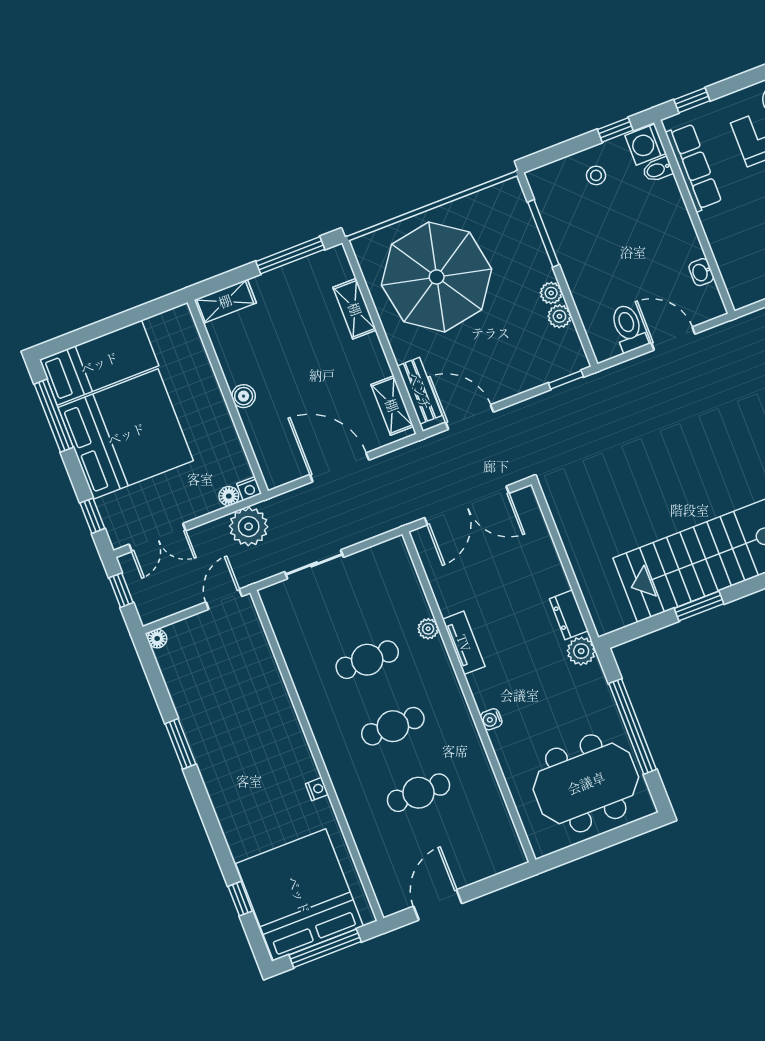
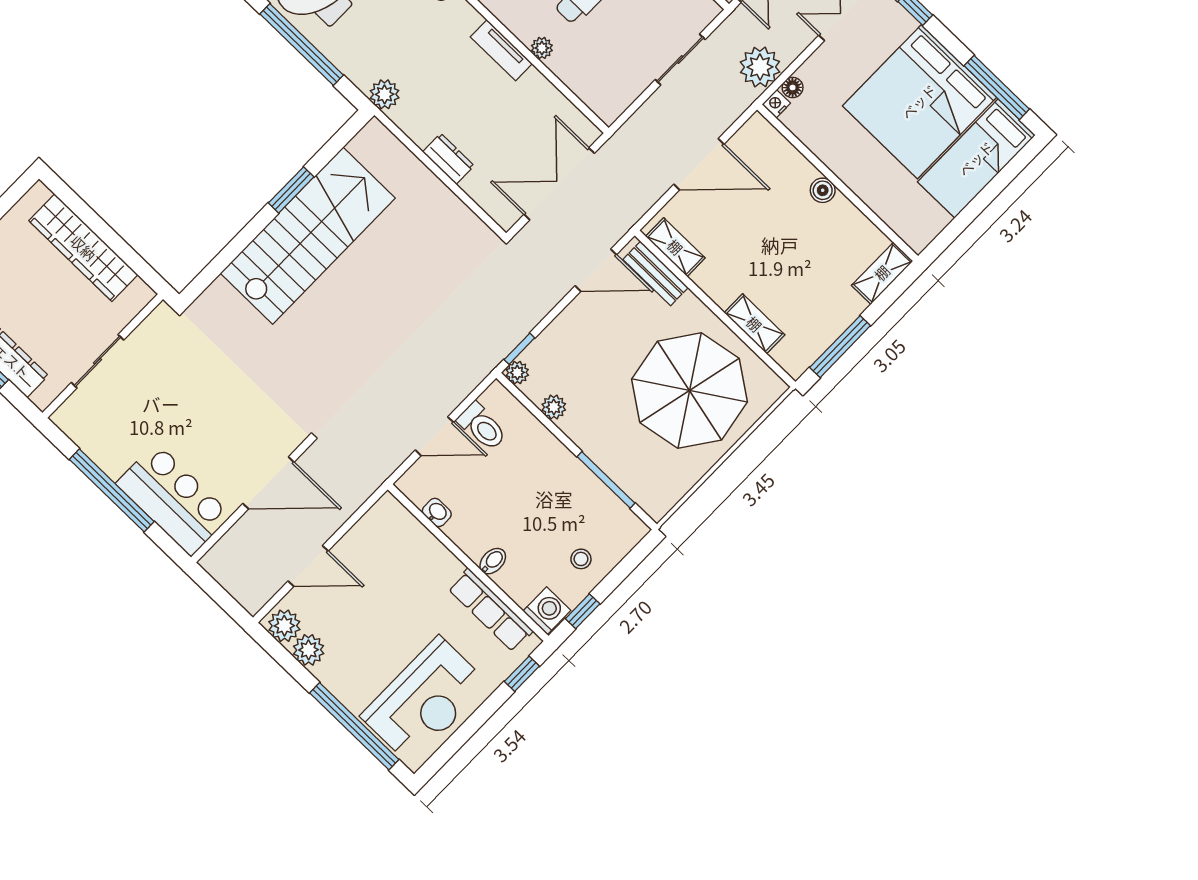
bidet: (658, 170) -> (493, 561), moved
plant: (551, 293) -> (517, 373), moved
dresser: (569, 615) -> (448, 159), moved

